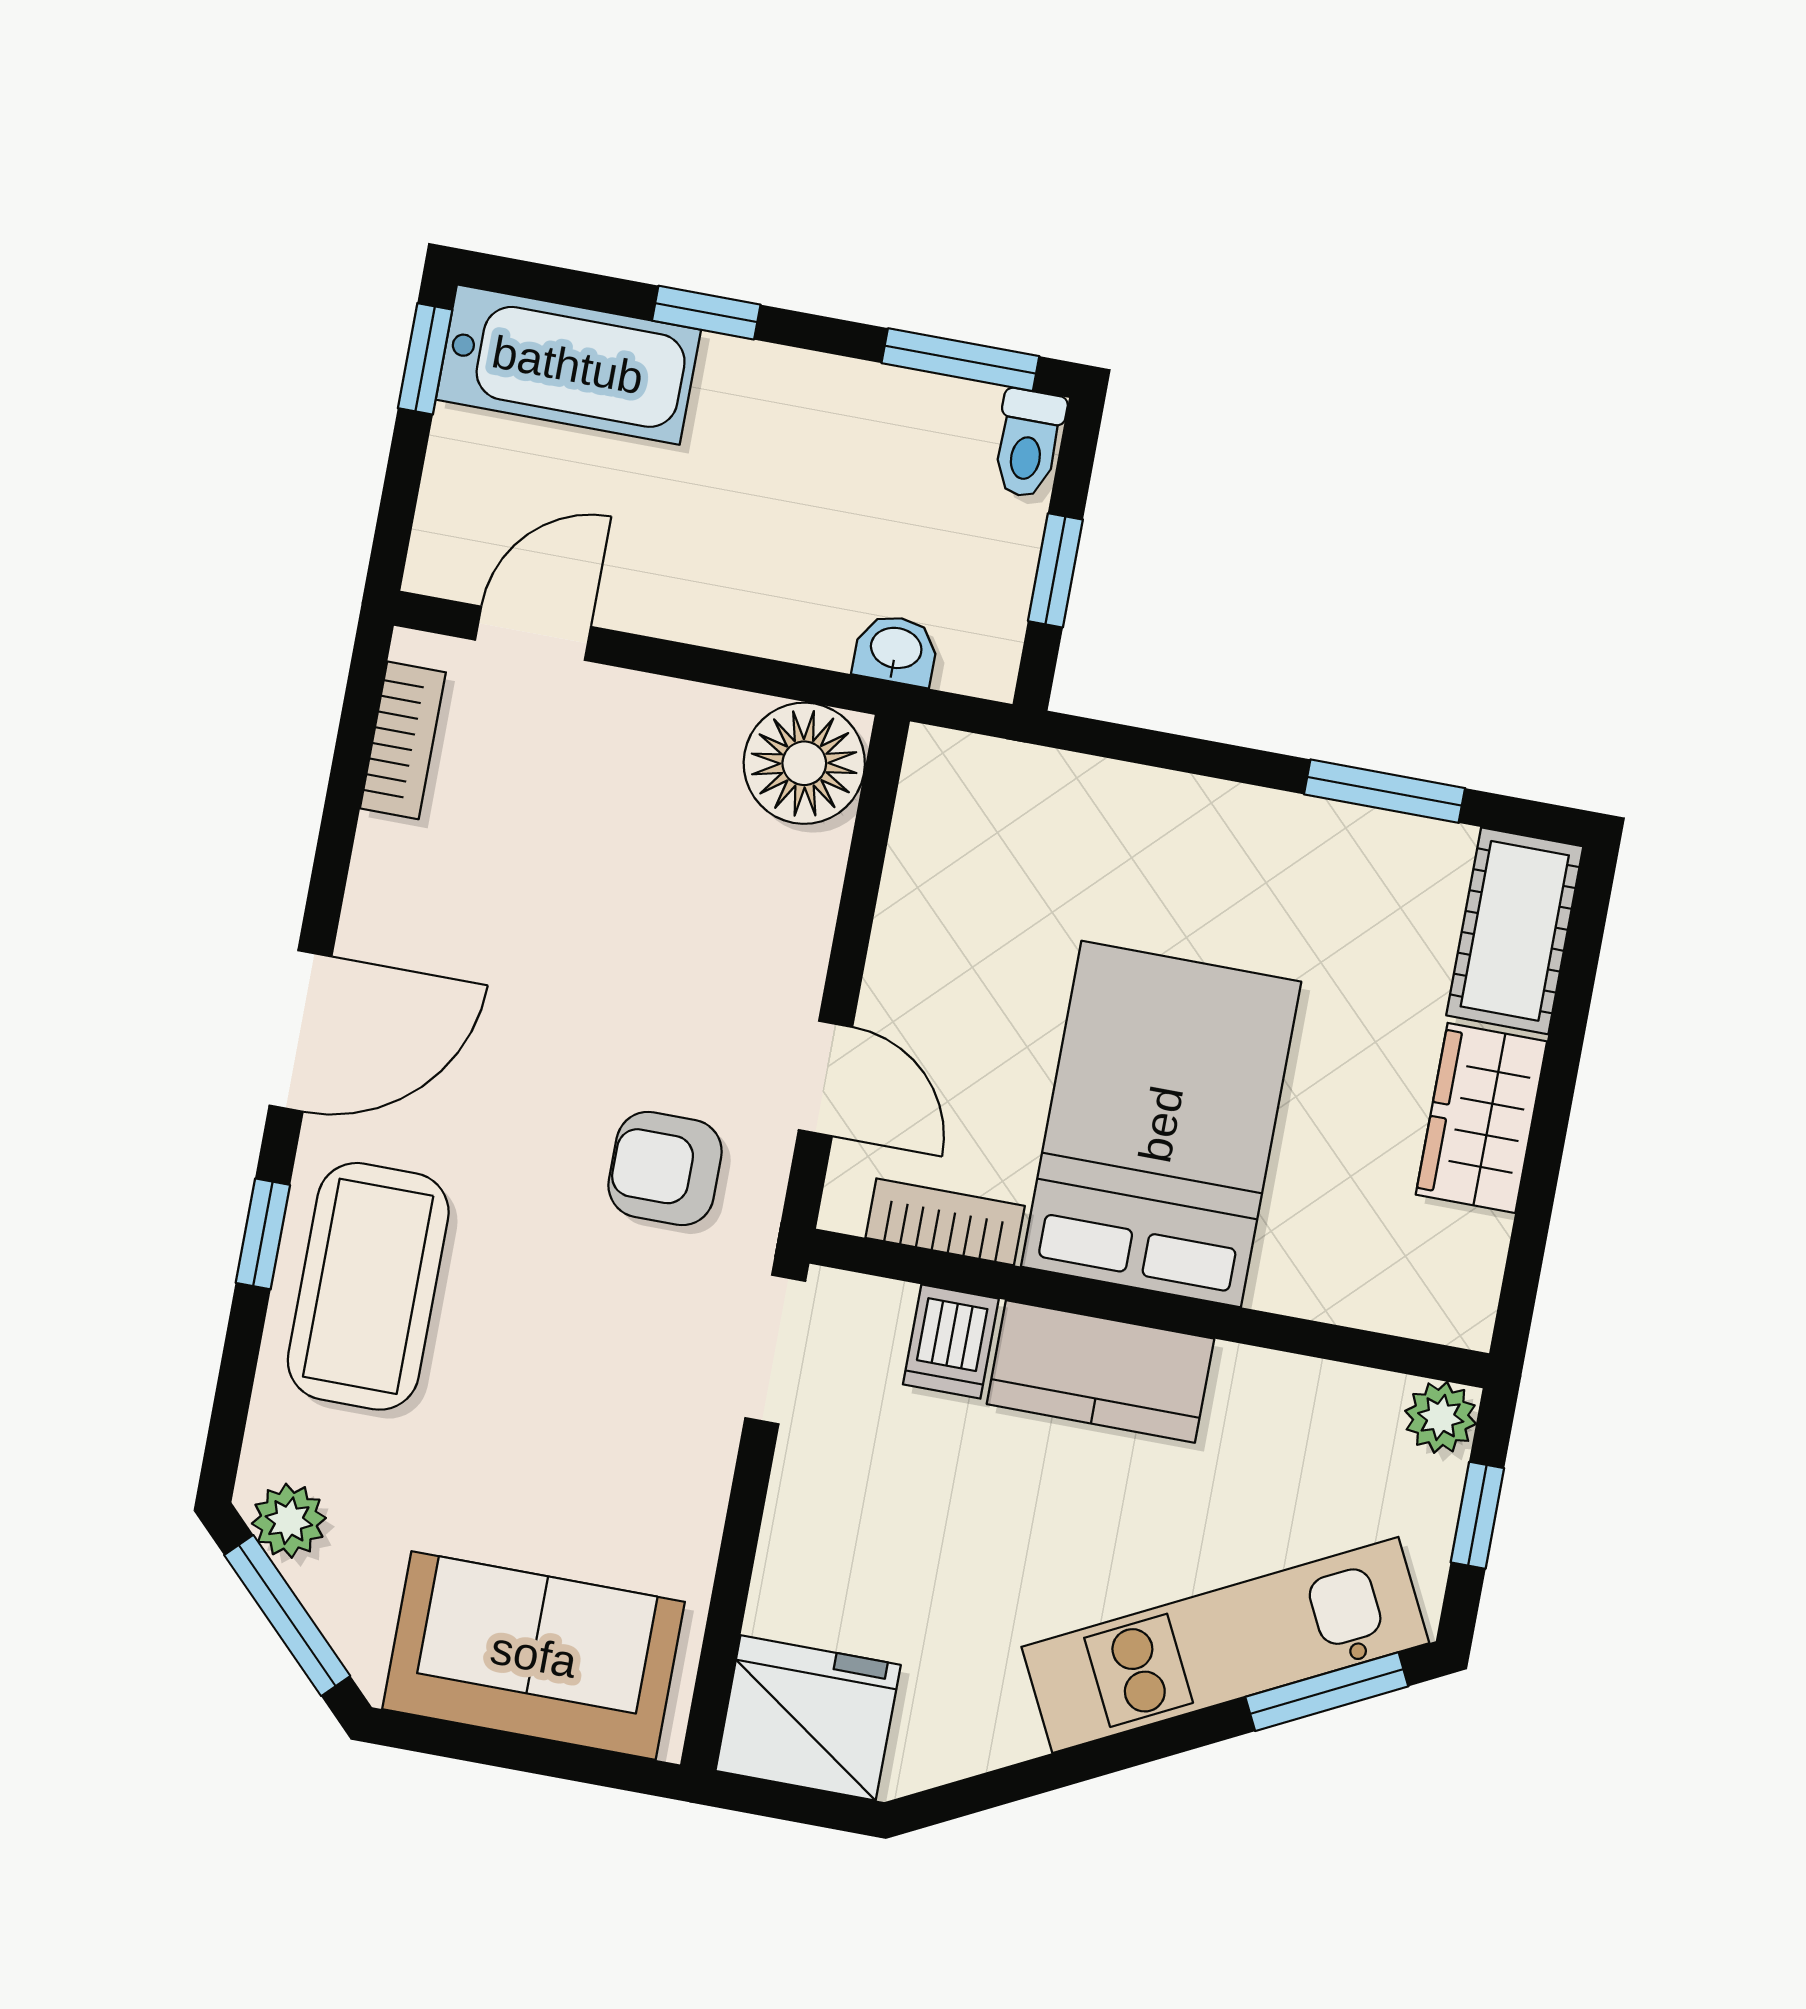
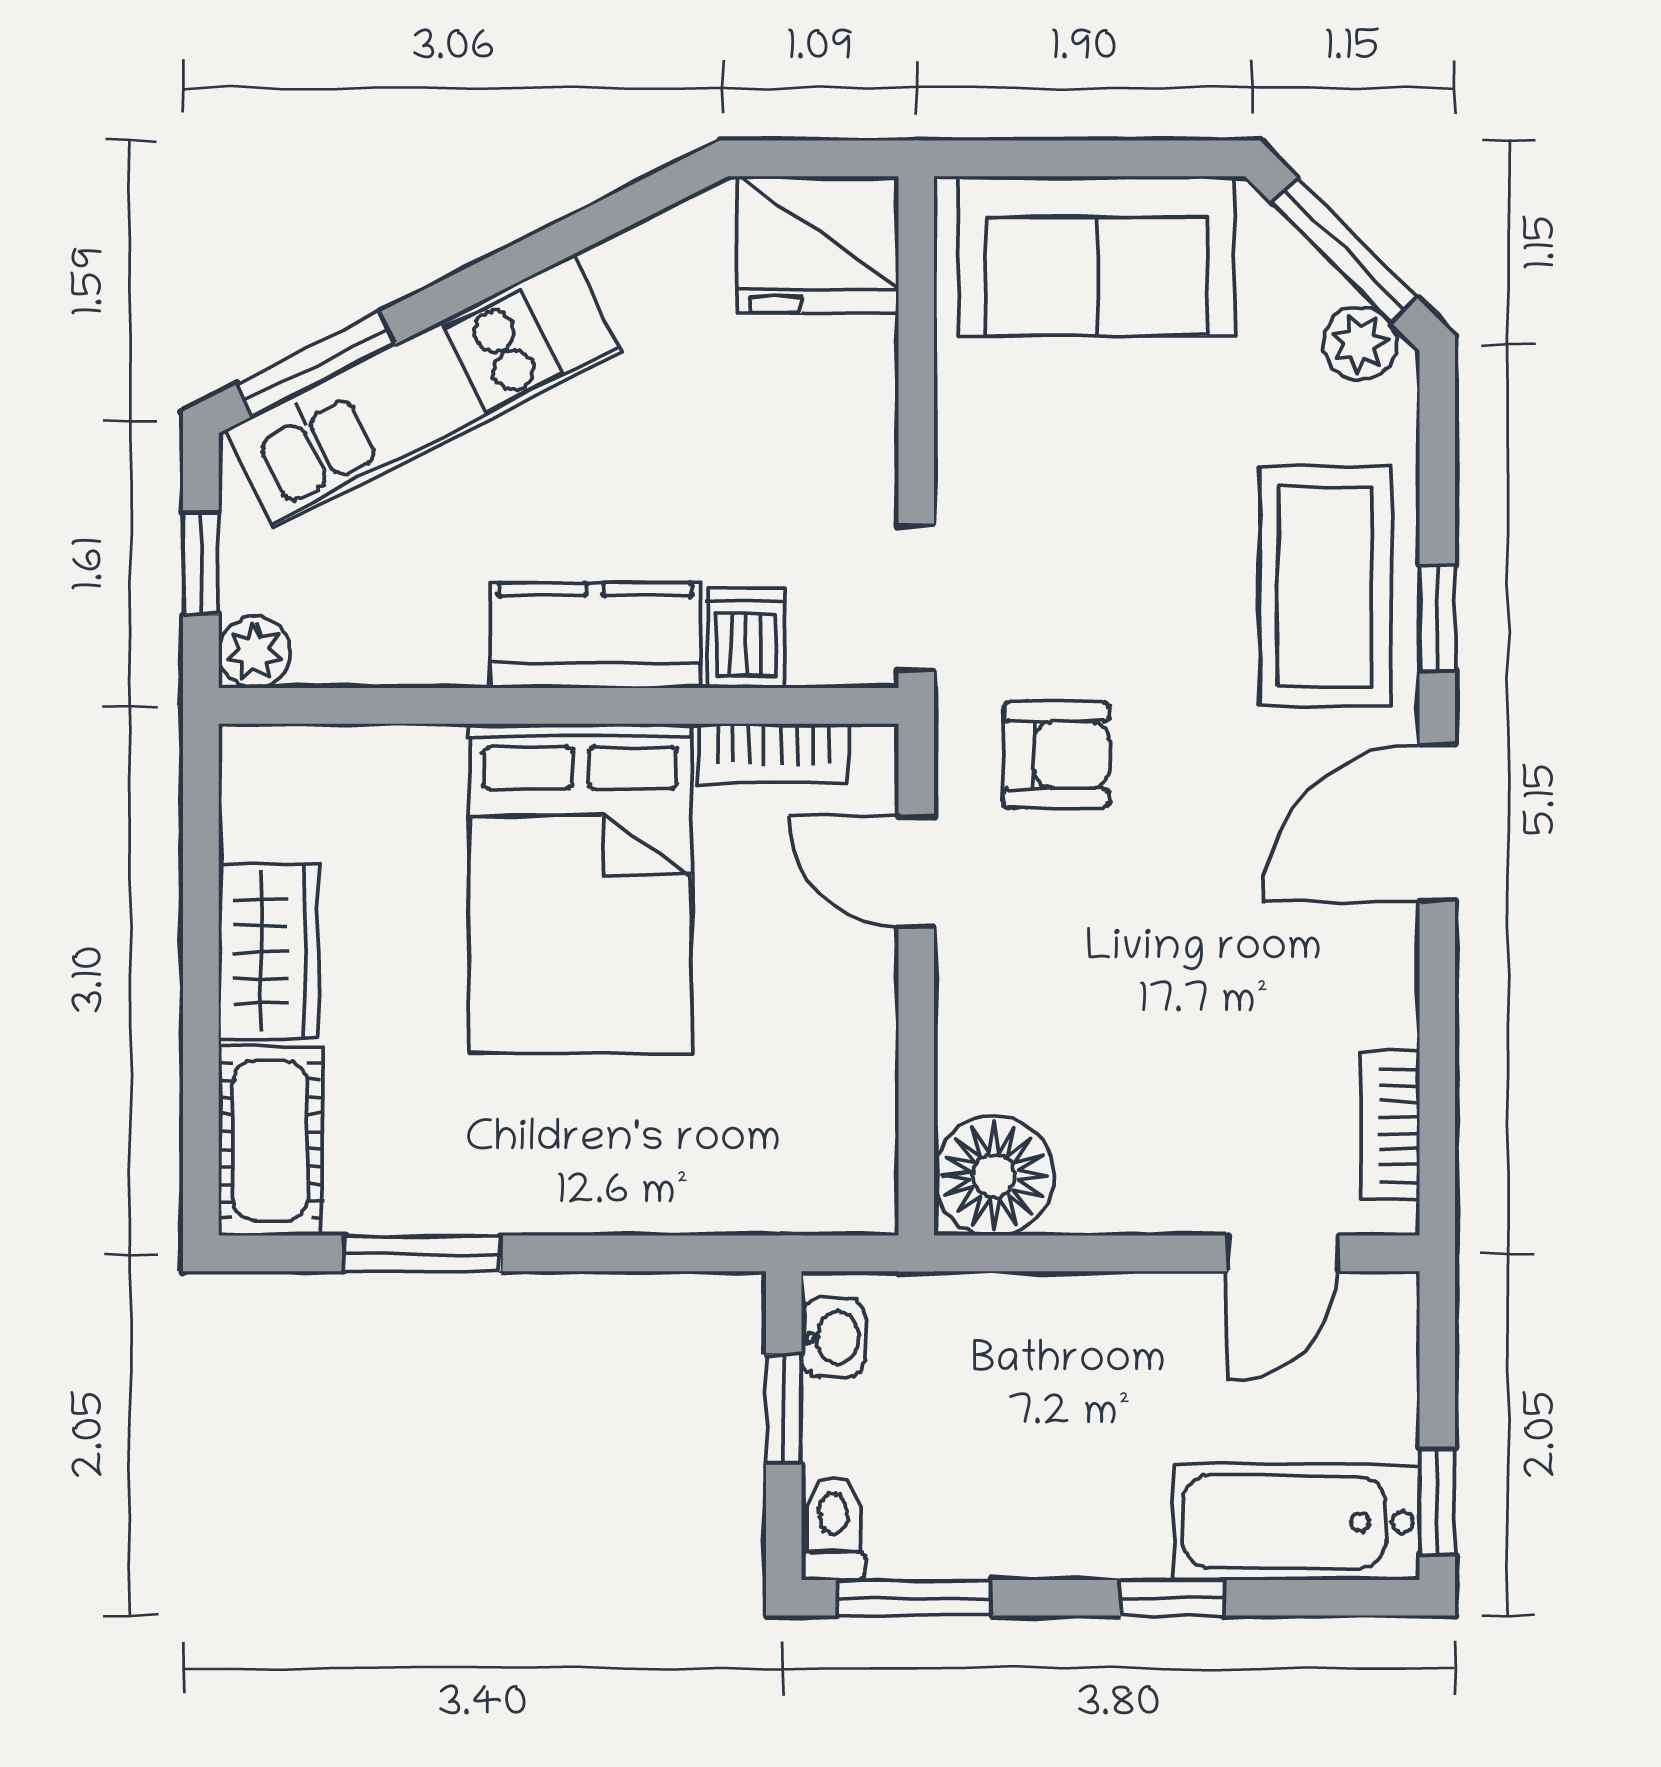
washbasin: (896, 650) -> (833, 1338), moved, turned -90

